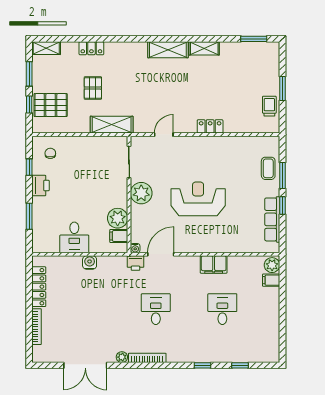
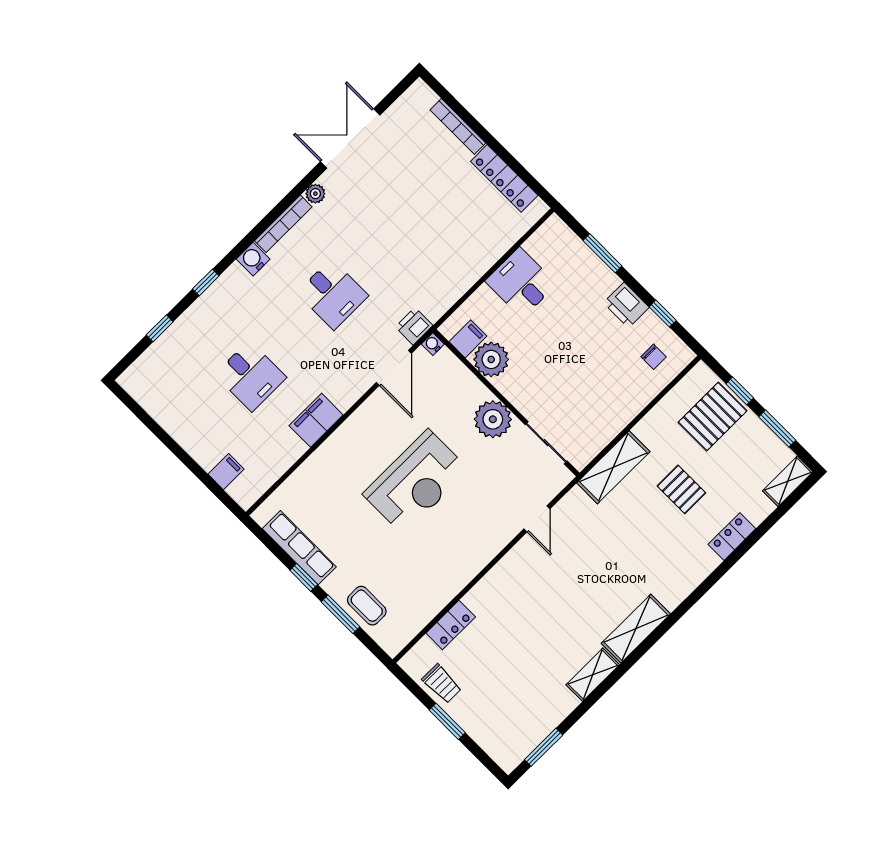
locker: (210, 126) -> (451, 625), moved
water cooler: (90, 263) -> (253, 259), moved, turned 180
plant: (272, 265) -> (243, 491), removed

